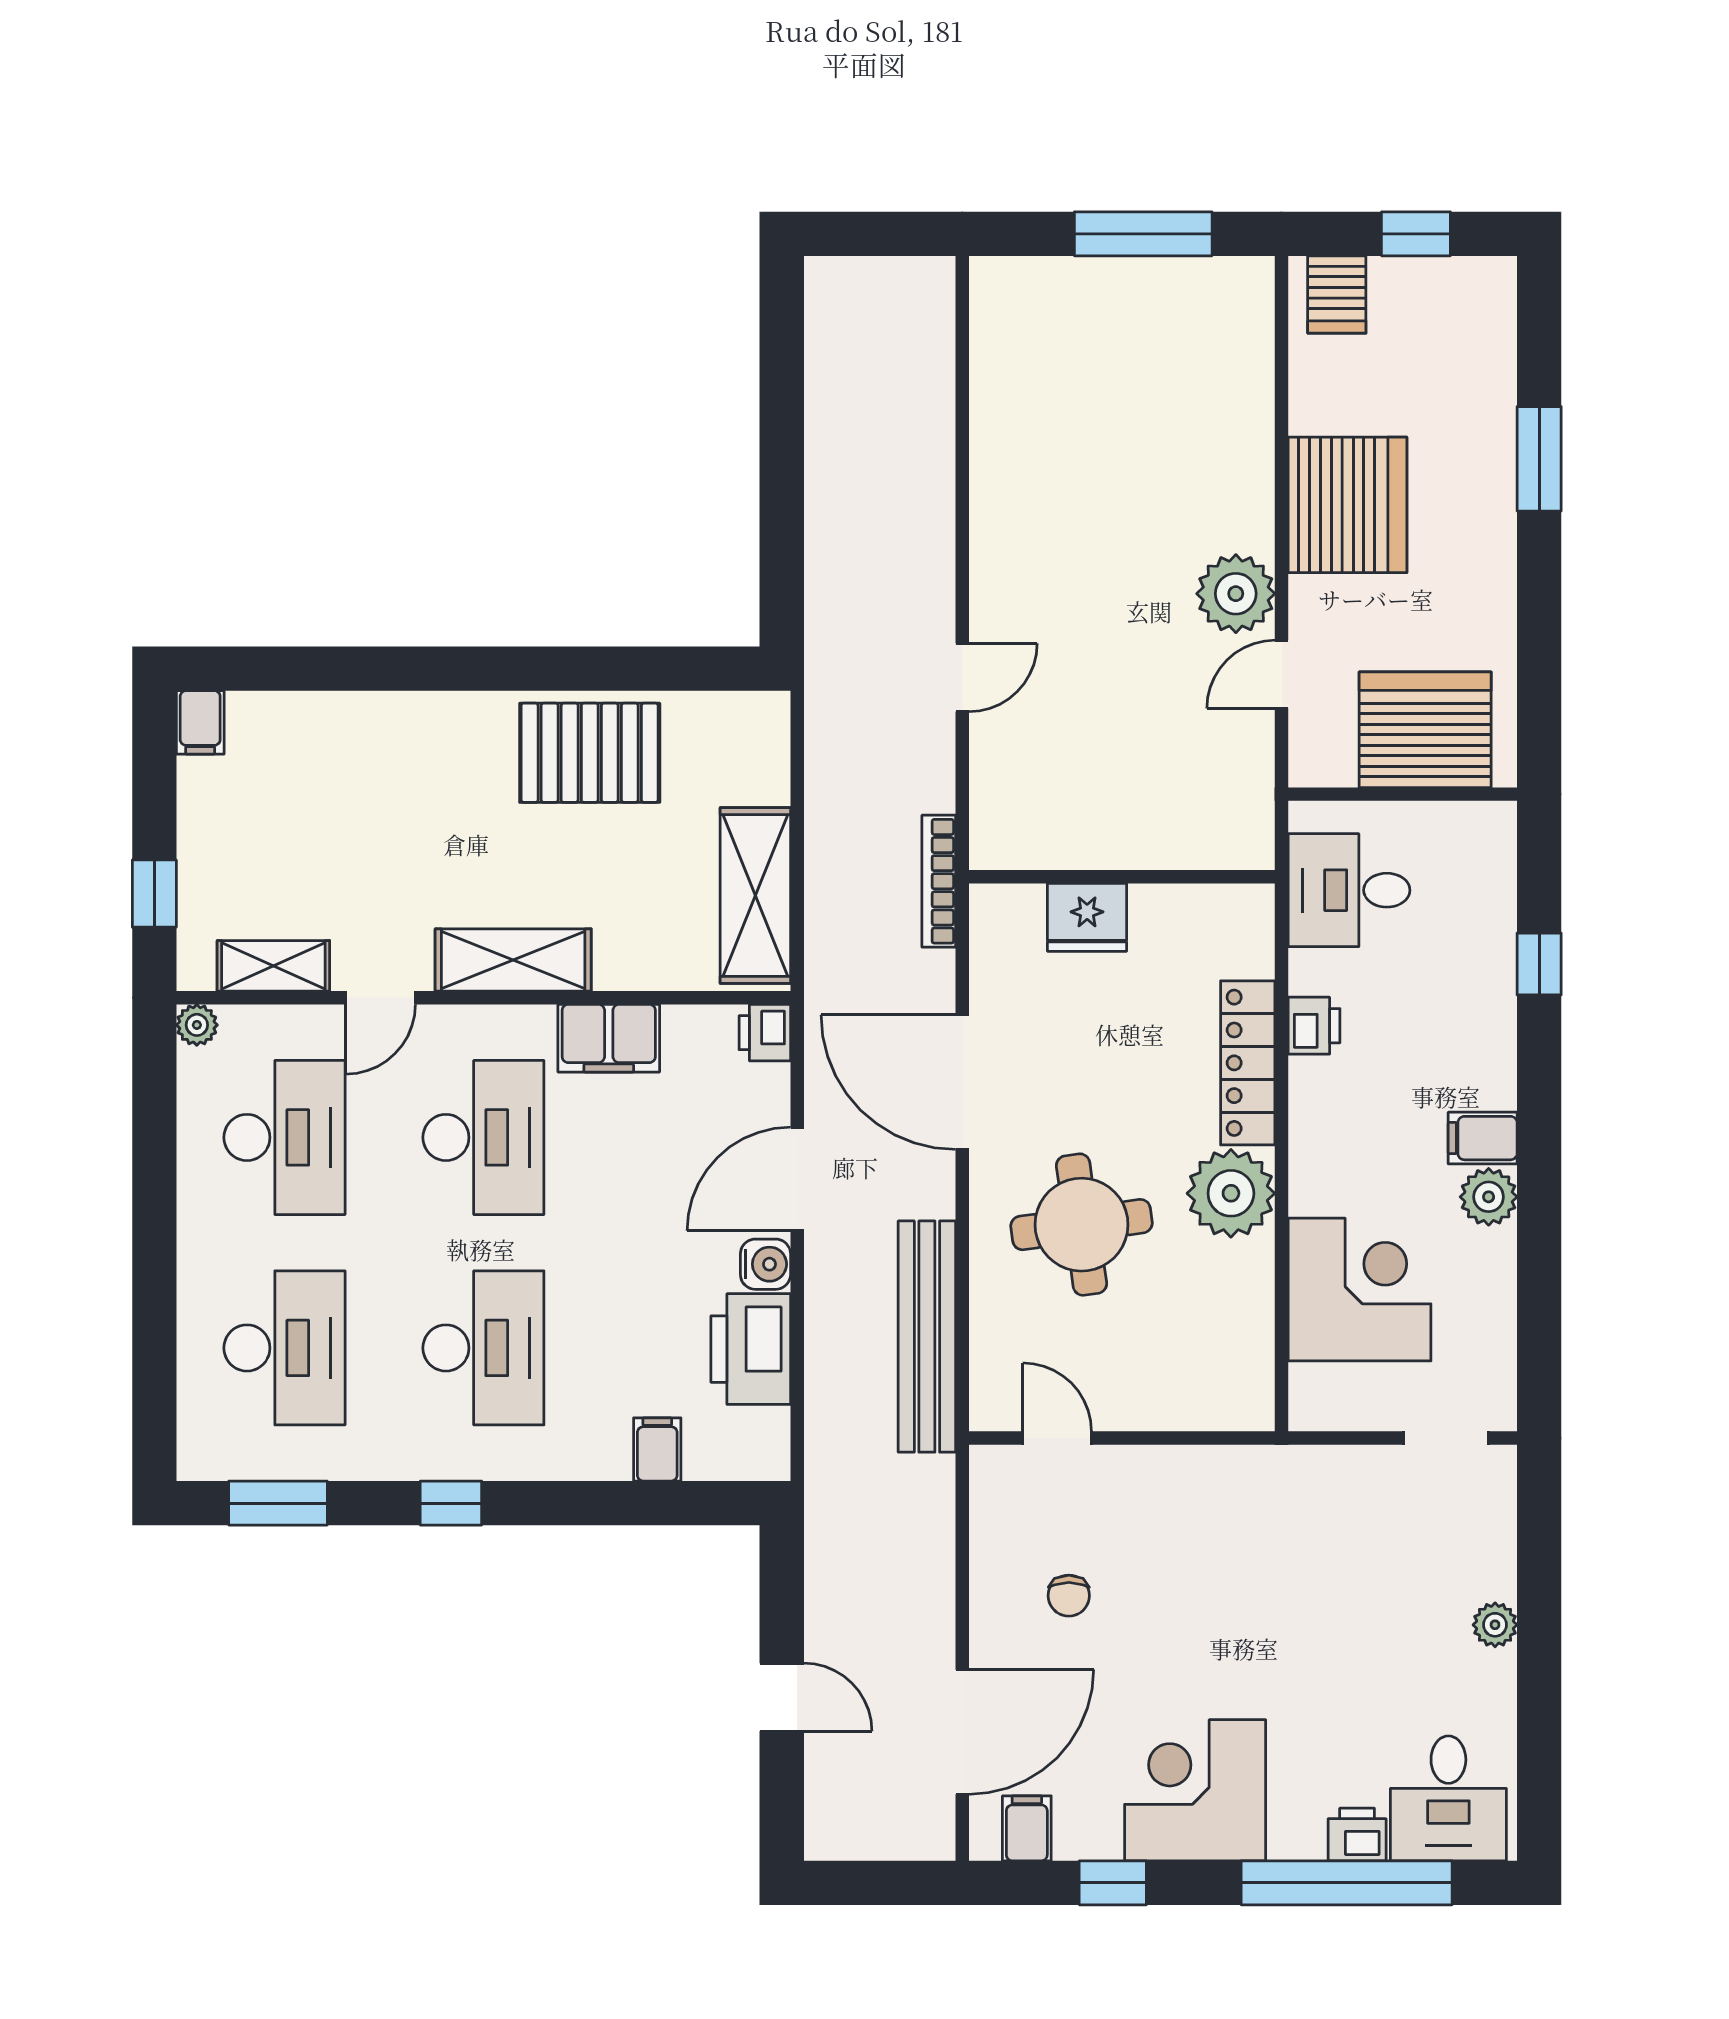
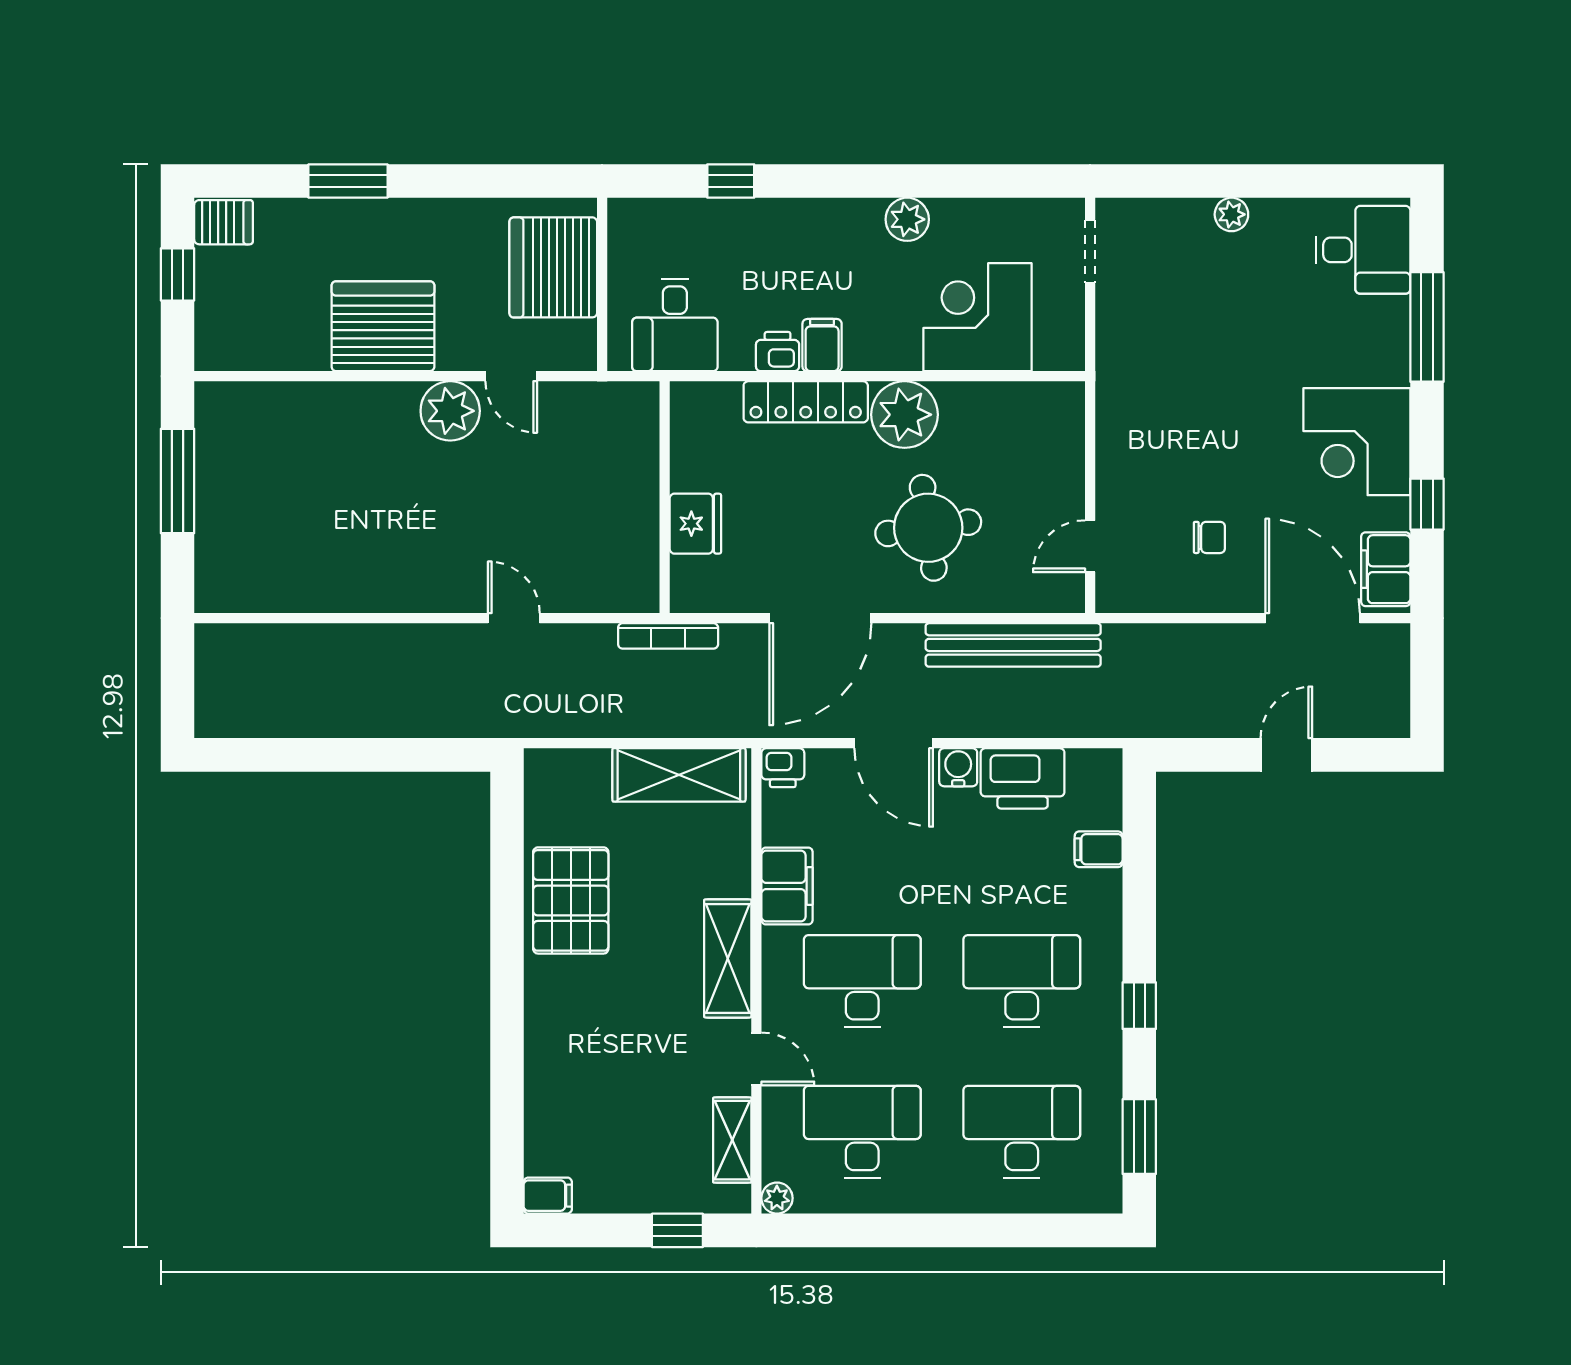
server rack: (1337, 294) -> (224, 222), moved
filing cabinet: (1483, 1138) -> (822, 345), moved, turned 180
filing cabinet: (1027, 1828) -> (1386, 569), width x2.00
printer: (1357, 1834) -> (1390, 319), removed
window: (1347, 1883) -> (1427, 327), width x0.68

